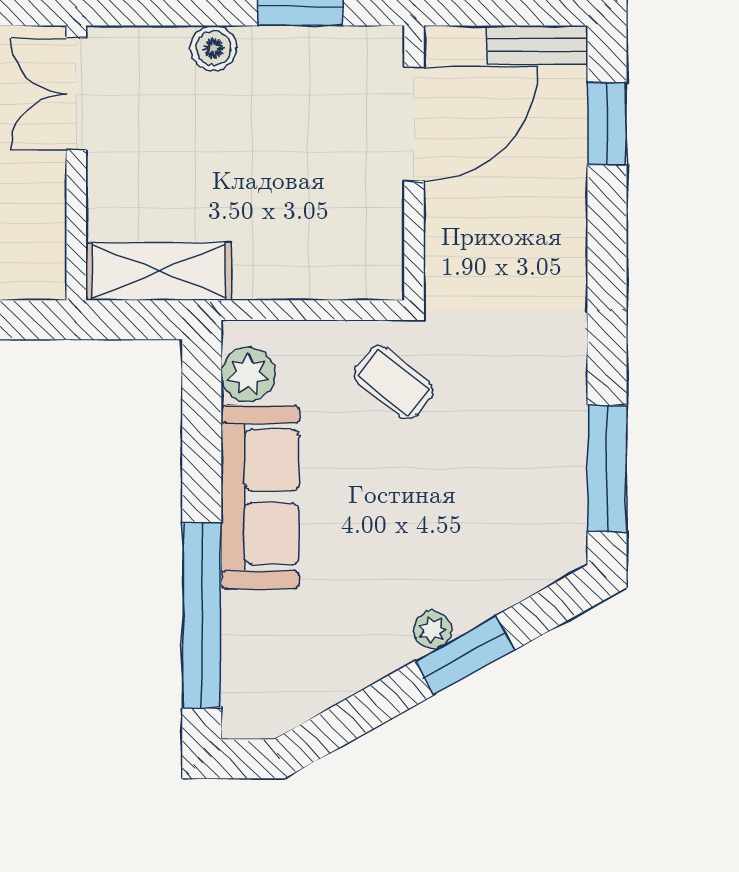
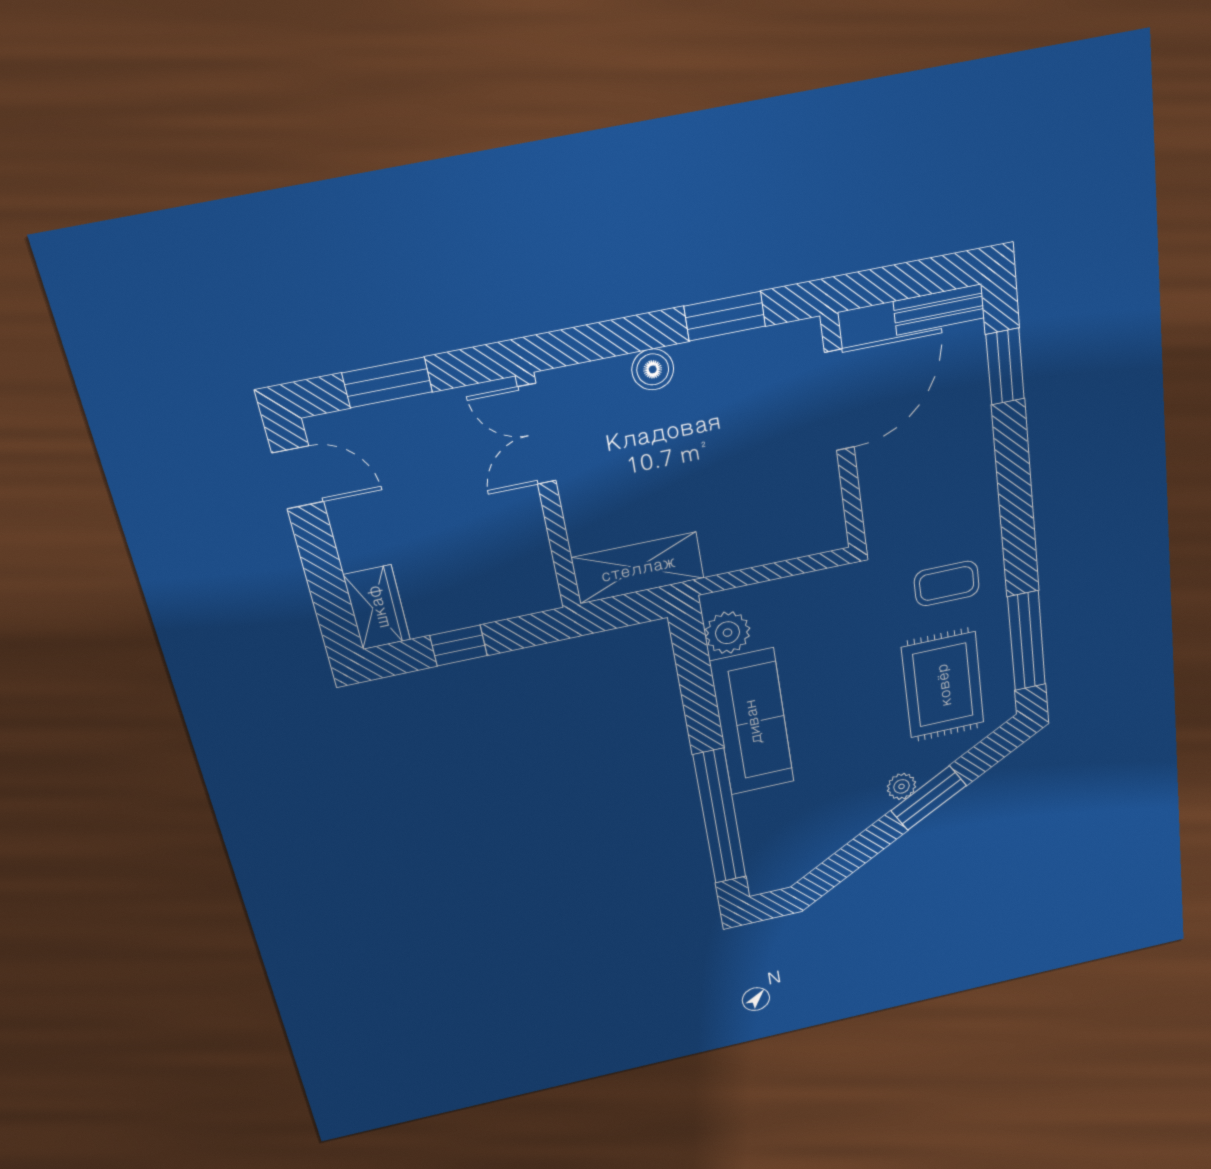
coffee table: (394, 382) -> (947, 583), moved, turned -39
rug: (498, 503) -> (943, 685), added

